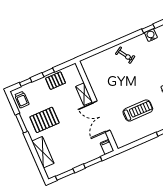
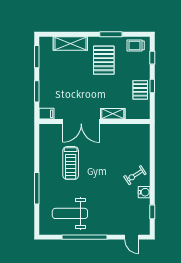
water cooler: (151, 35) -> (144, 192), moved
double door: (101, 116) -> (81, 122), swing flipped

